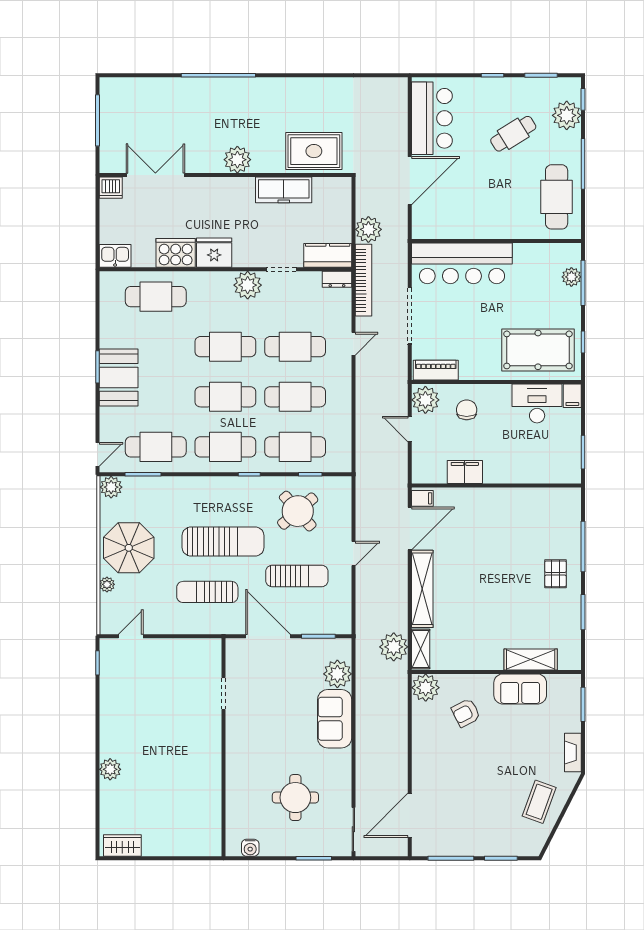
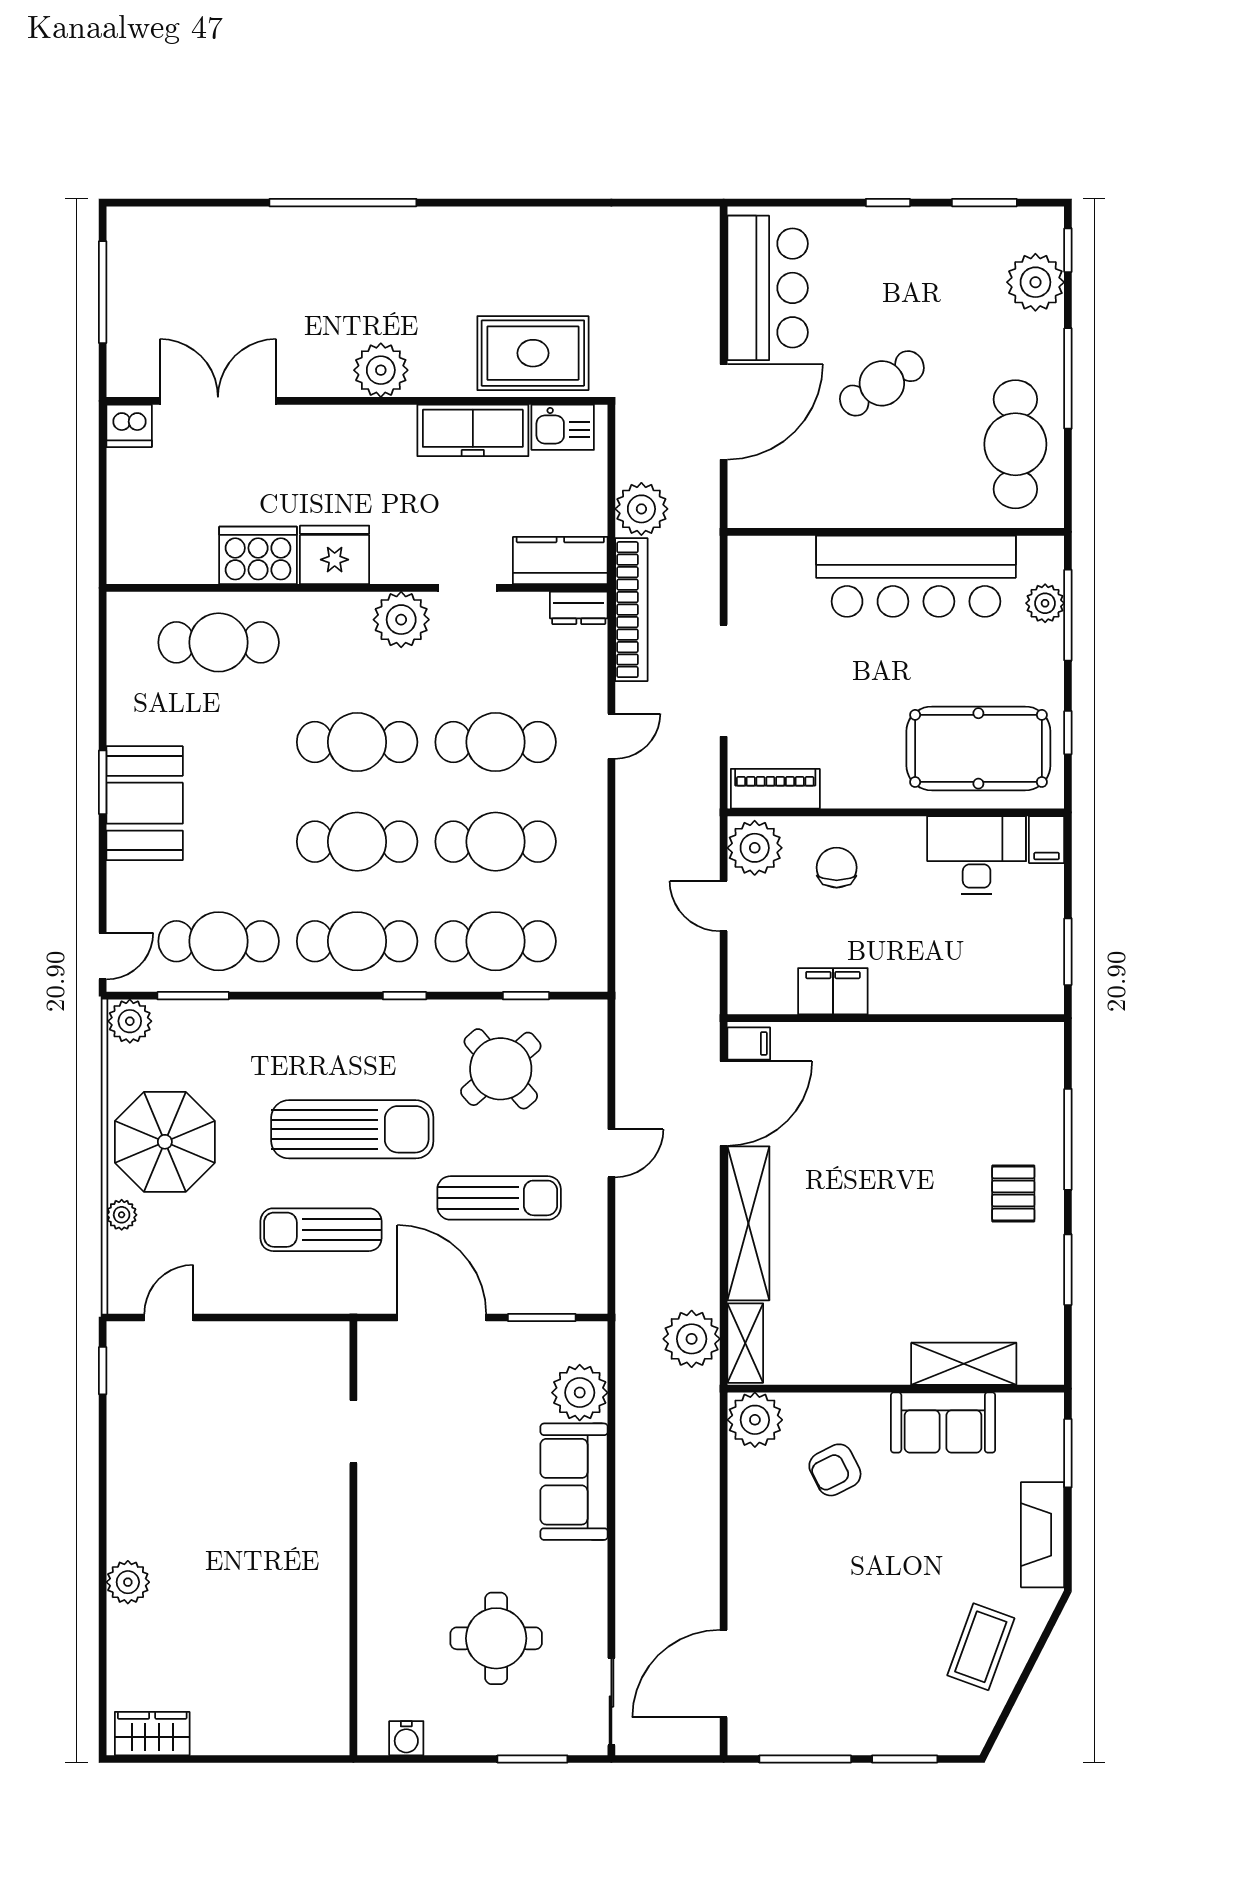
cafe table: (513, 134) -> (882, 383), moved
kitchen sink: (115, 256) -> (563, 427), moved, turned 180
bar counter: (462, 263) -> (916, 576), moved
fireplace: (573, 753) -> (1043, 1535), width x1.37, depth x1.32

